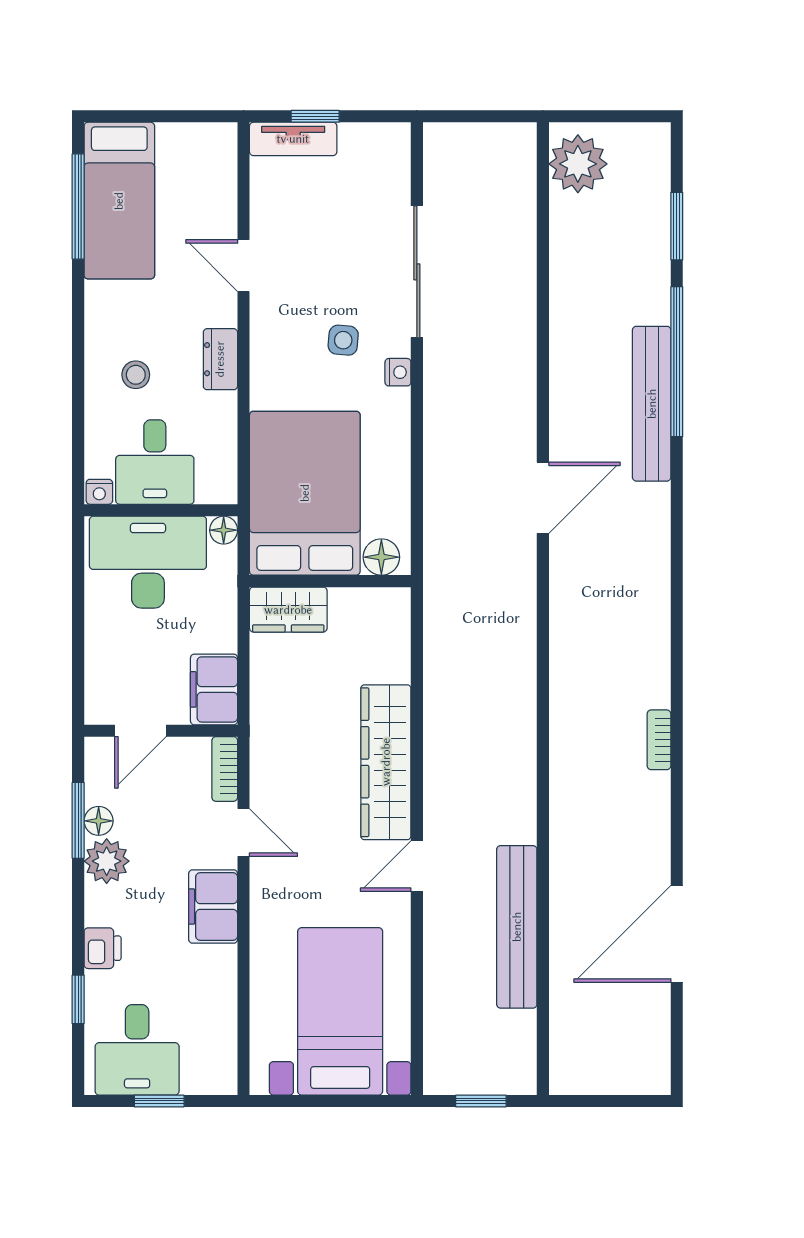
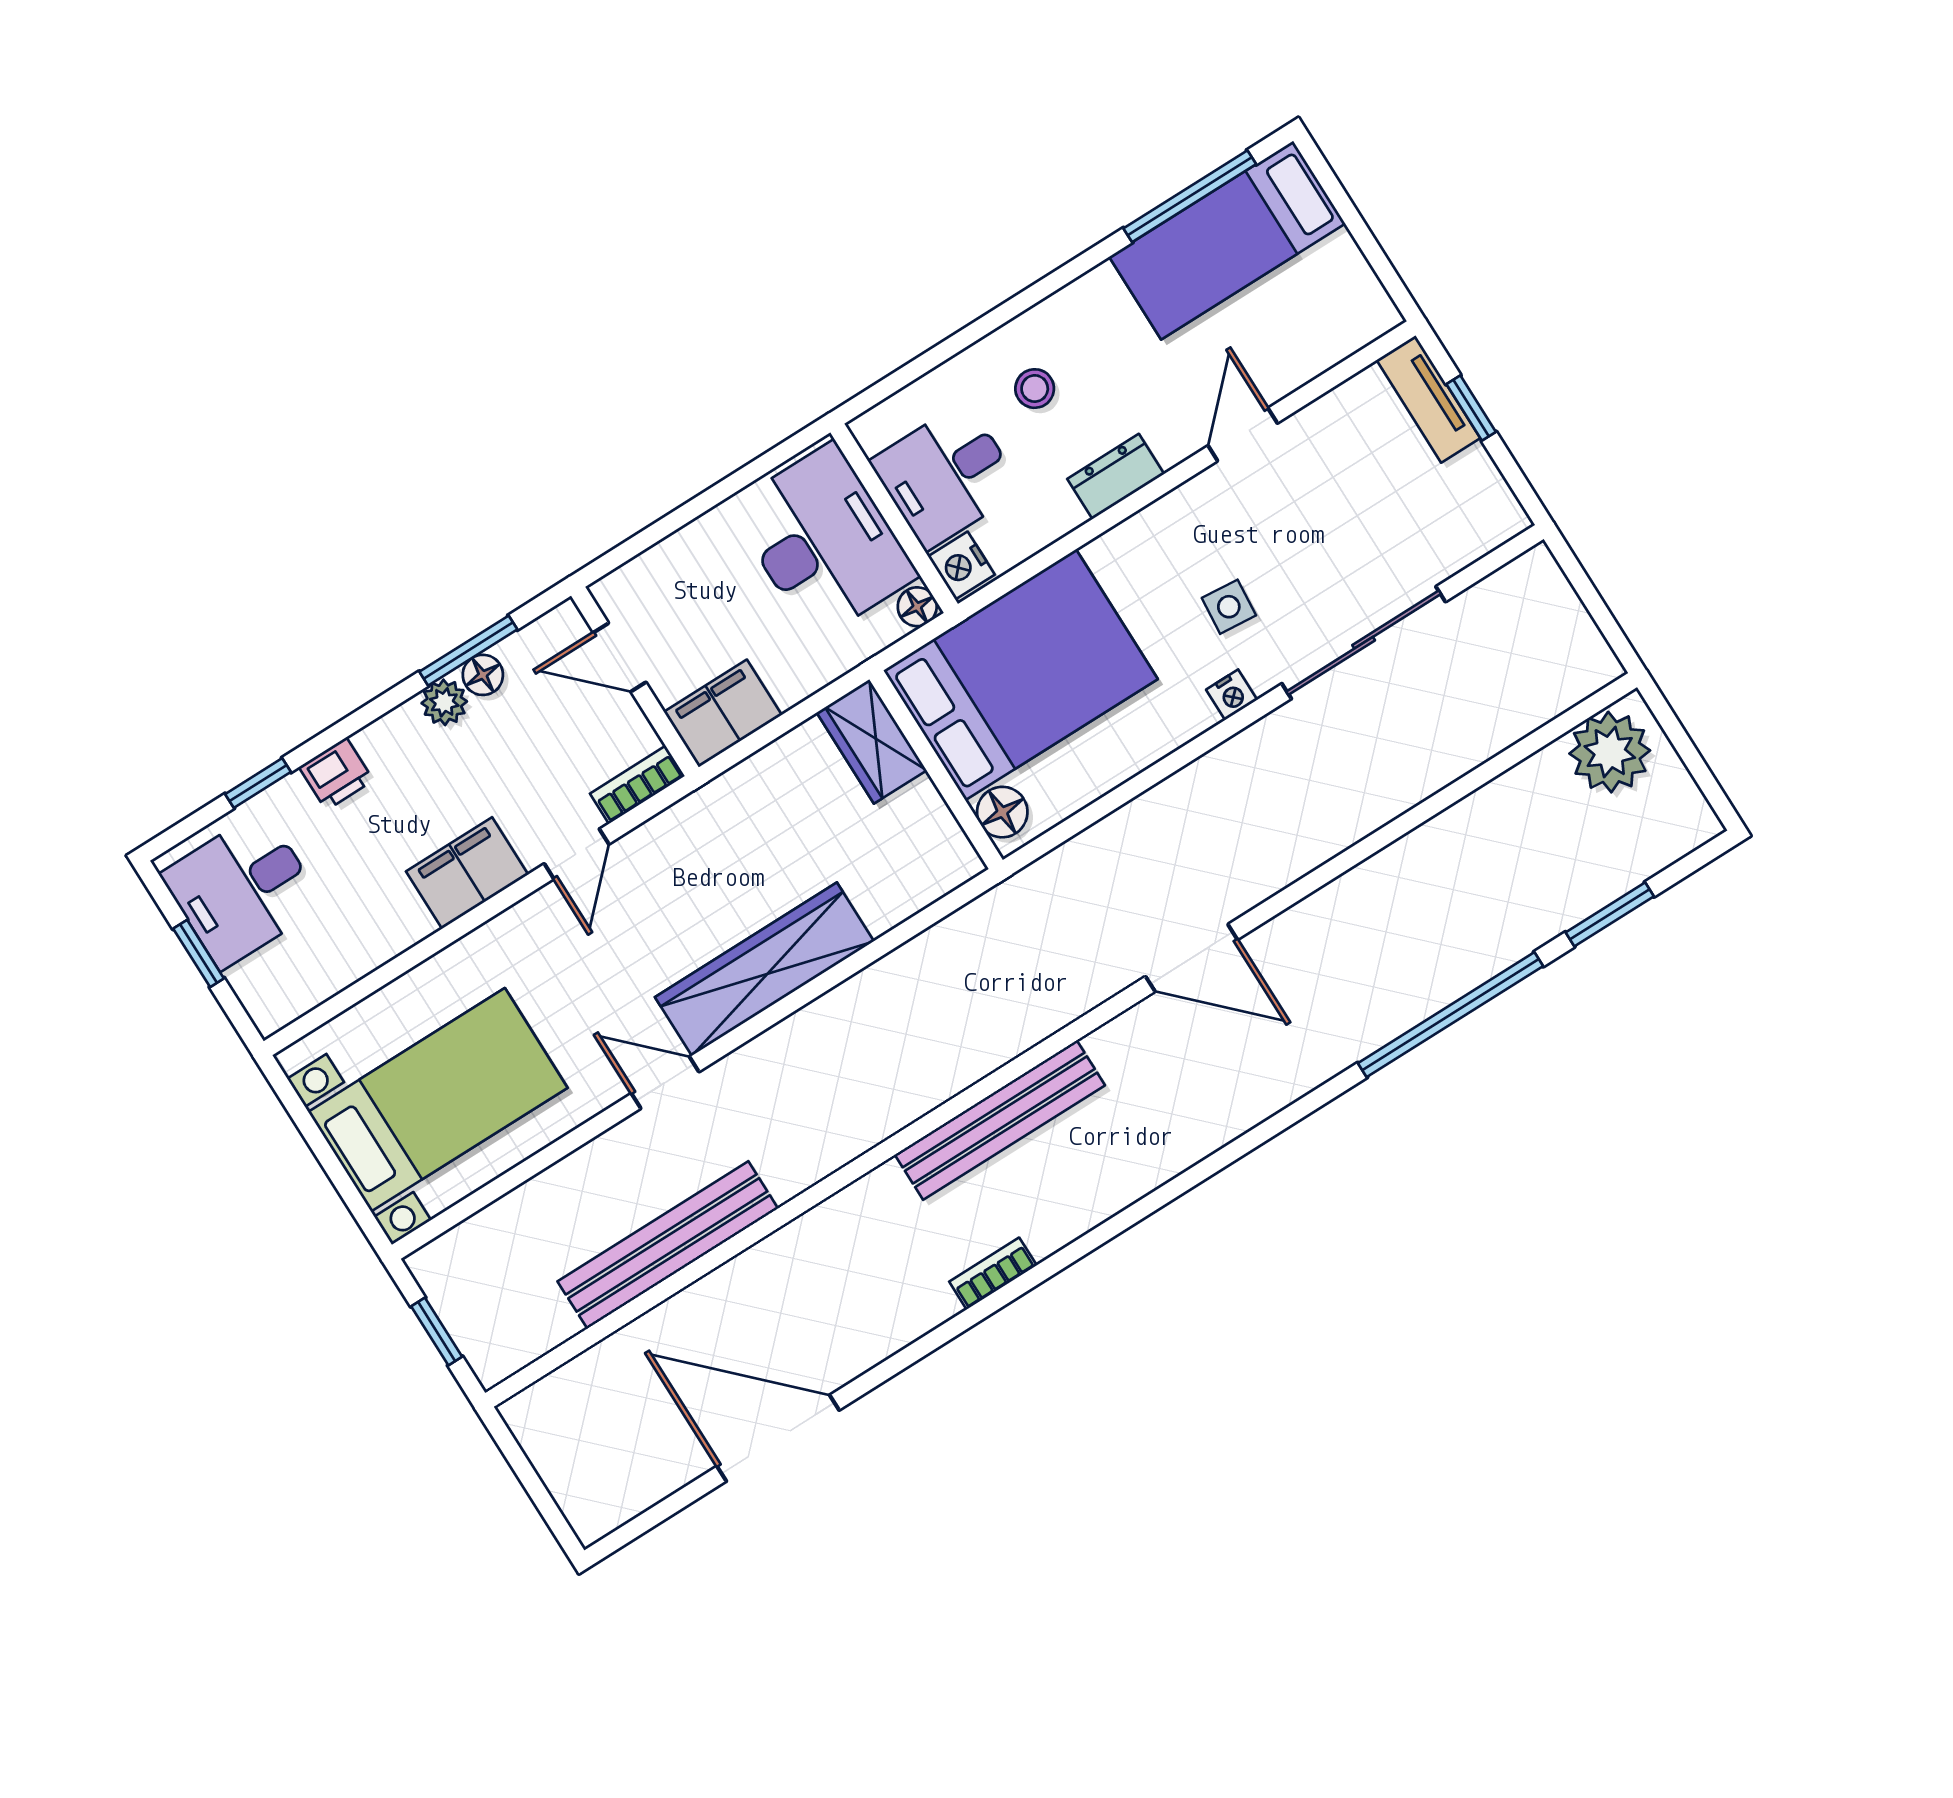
bench: (652, 404) -> (1000, 1120), moved
nightstand: (99, 492) -> (961, 566), moved, width x1.39, depth x1.35
plant: (107, 861) -> (444, 702), width x0.73, depth x0.73

